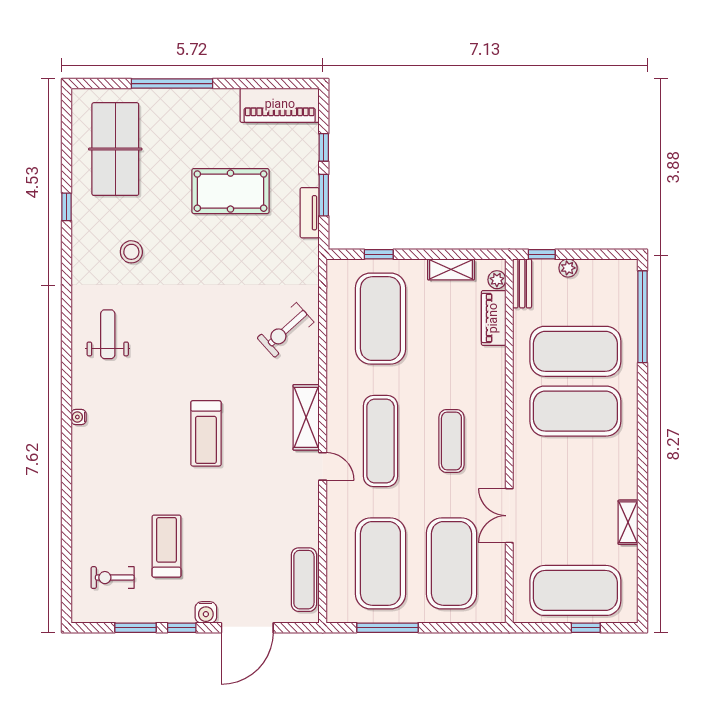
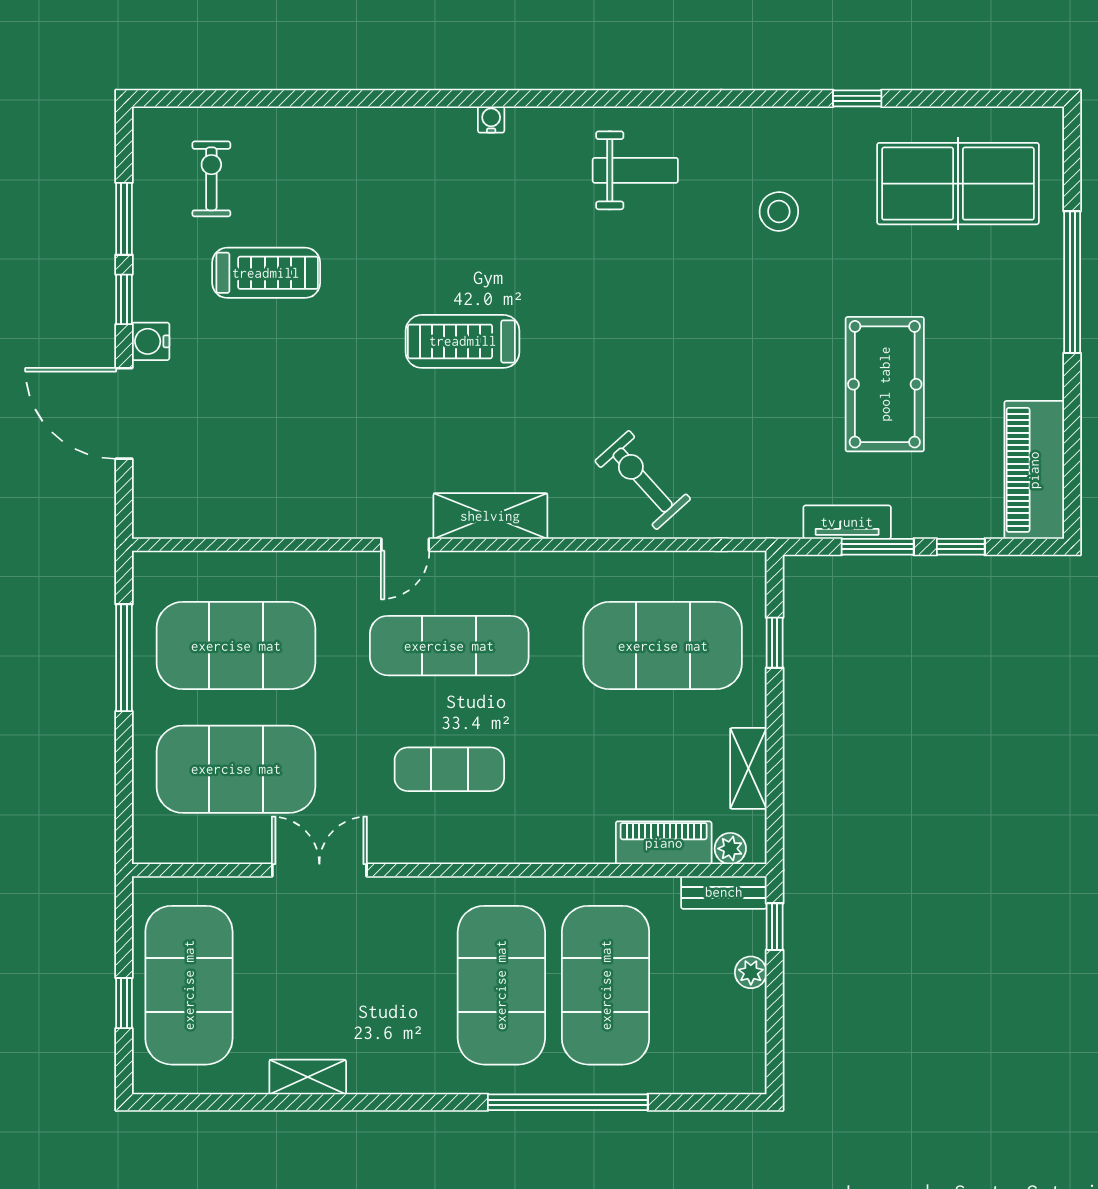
window: (643, 317) -> (568, 1102), moved
exercise mat: (304, 580) -> (208, 512), removed

